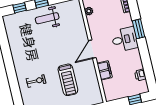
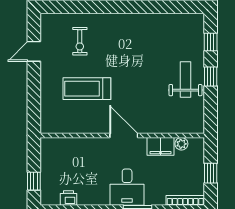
filing cabinet: (105, 70) -> (160, 146), moved
exercise bike: (36, 81) -> (80, 41), moved

